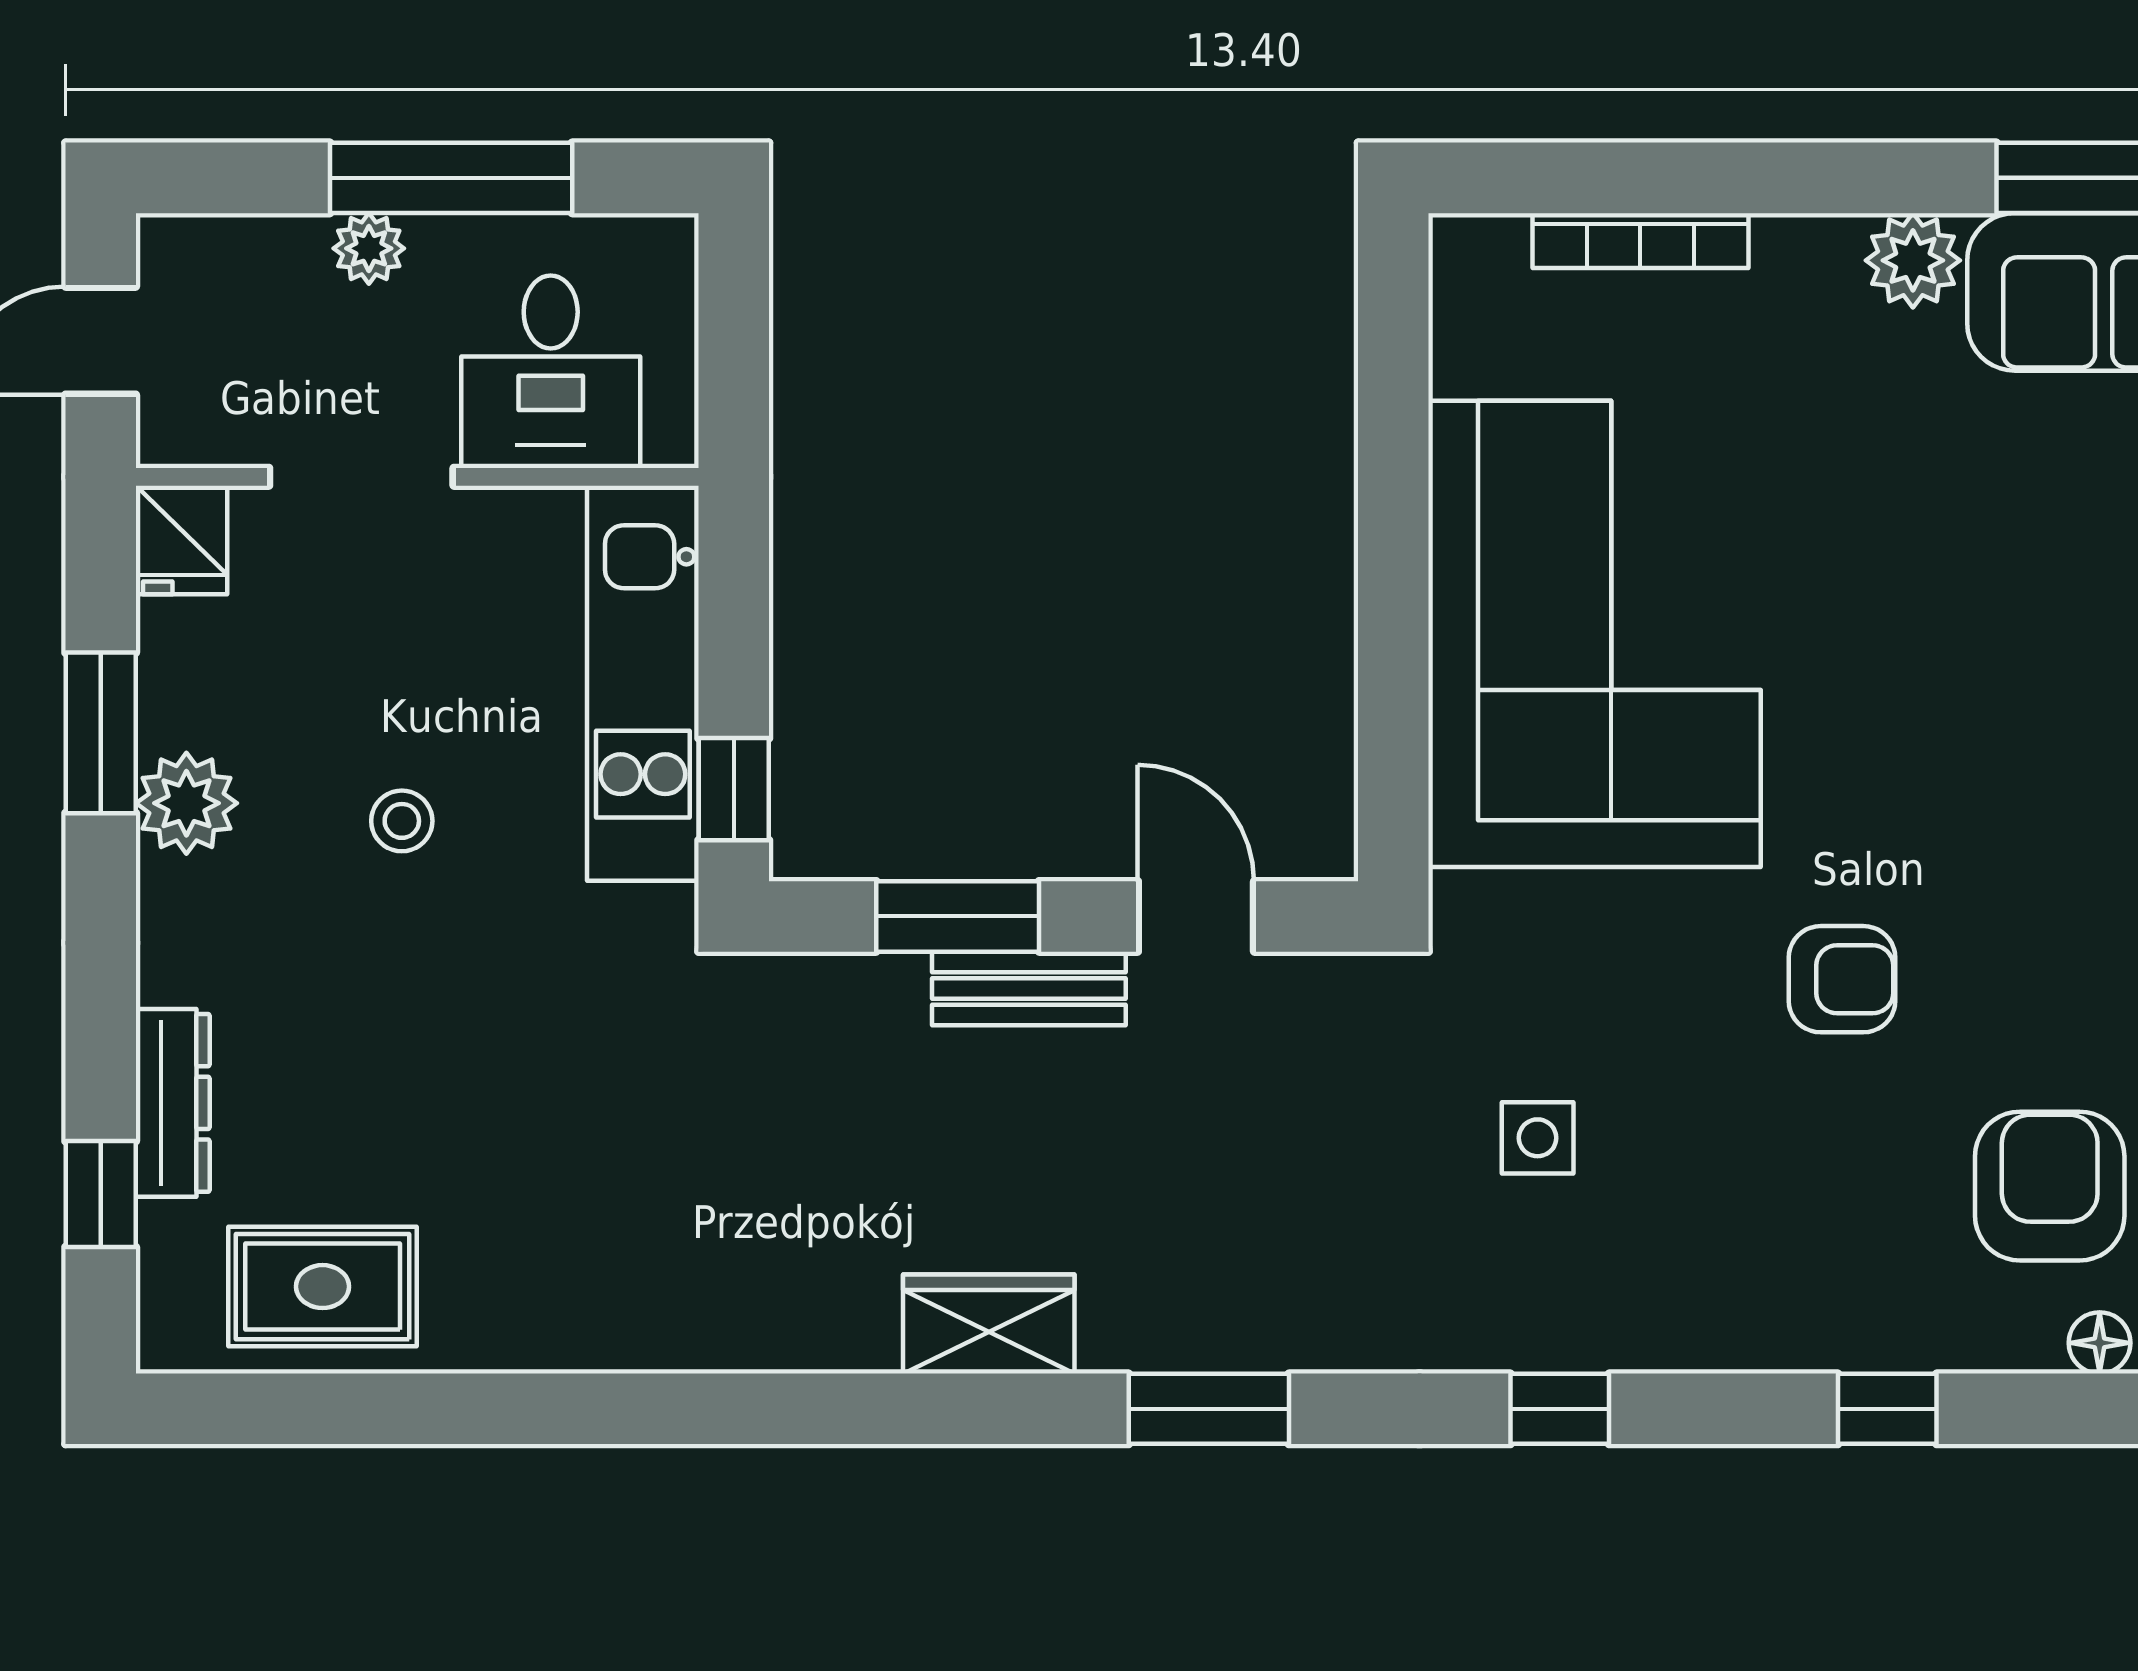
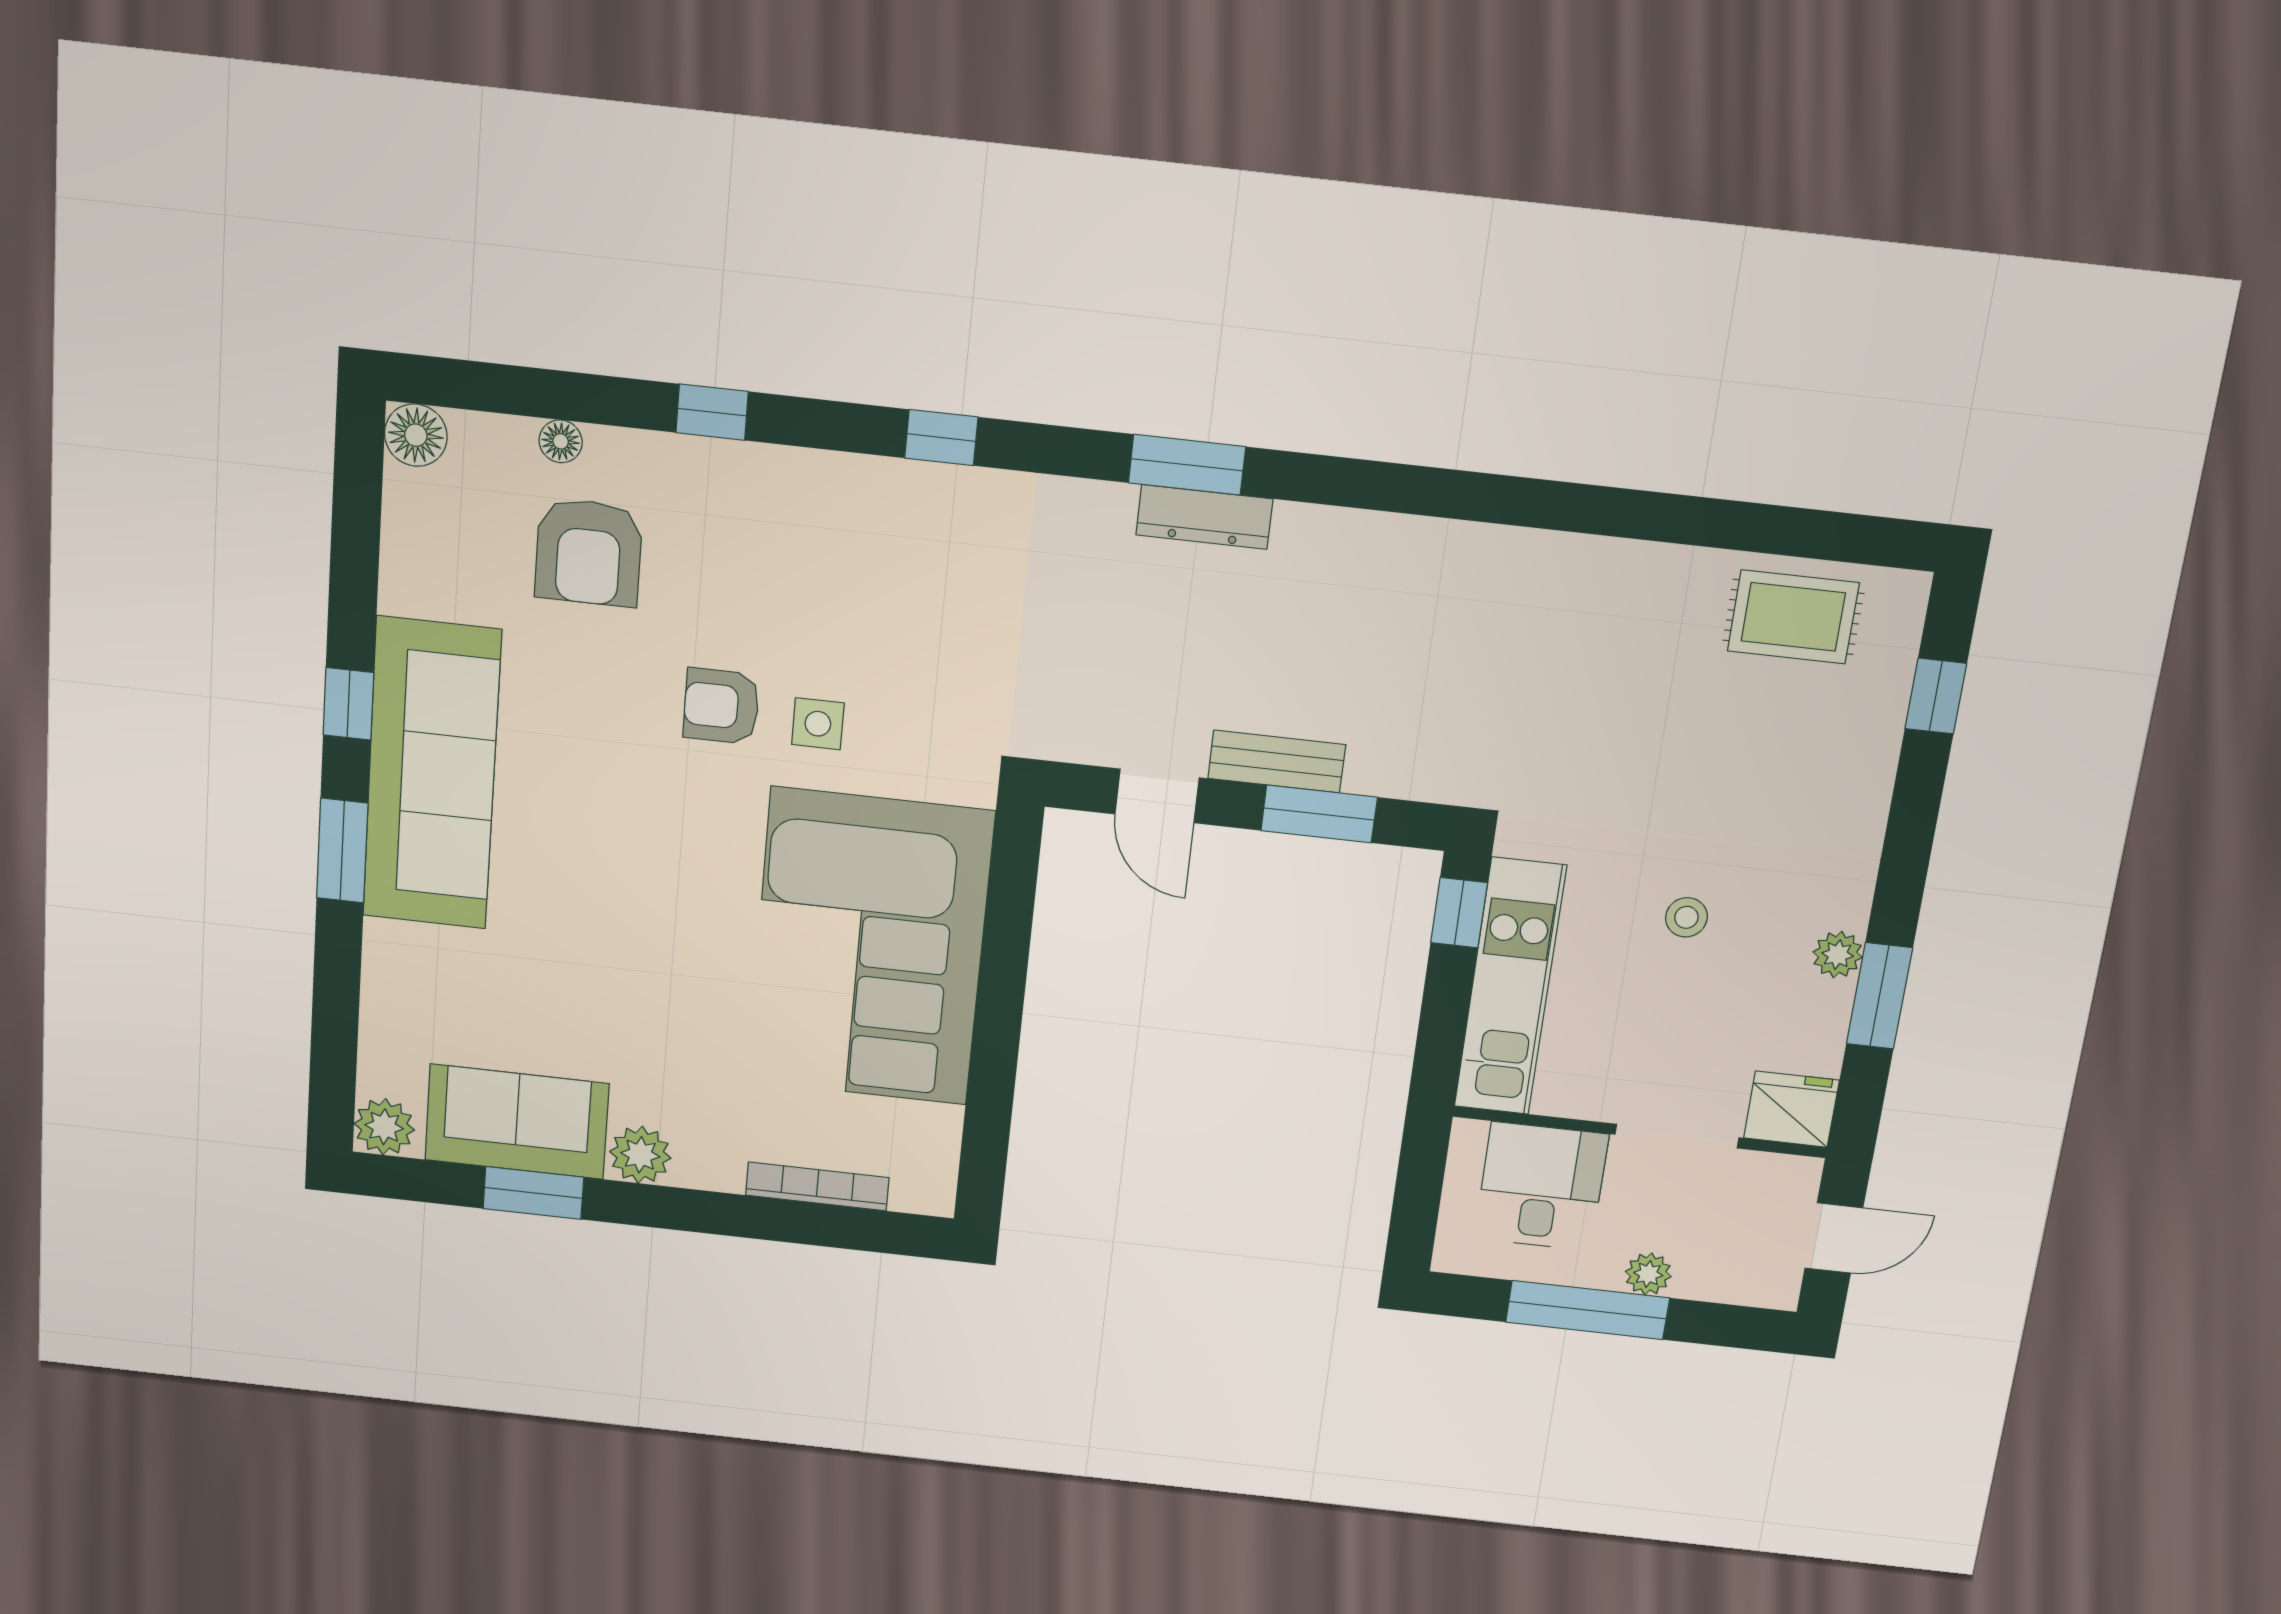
fridge: (181, 540) -> (1791, 1109), width x1.38
plant: (186, 803) -> (1838, 955), width x0.73, depth x0.73
dresser: (173, 1103) -> (1204, 517), moved, turned -90
side table: (1538, 1138) -> (818, 724), moved
wardrobe: (989, 1324) -> (1333, 540), removed

